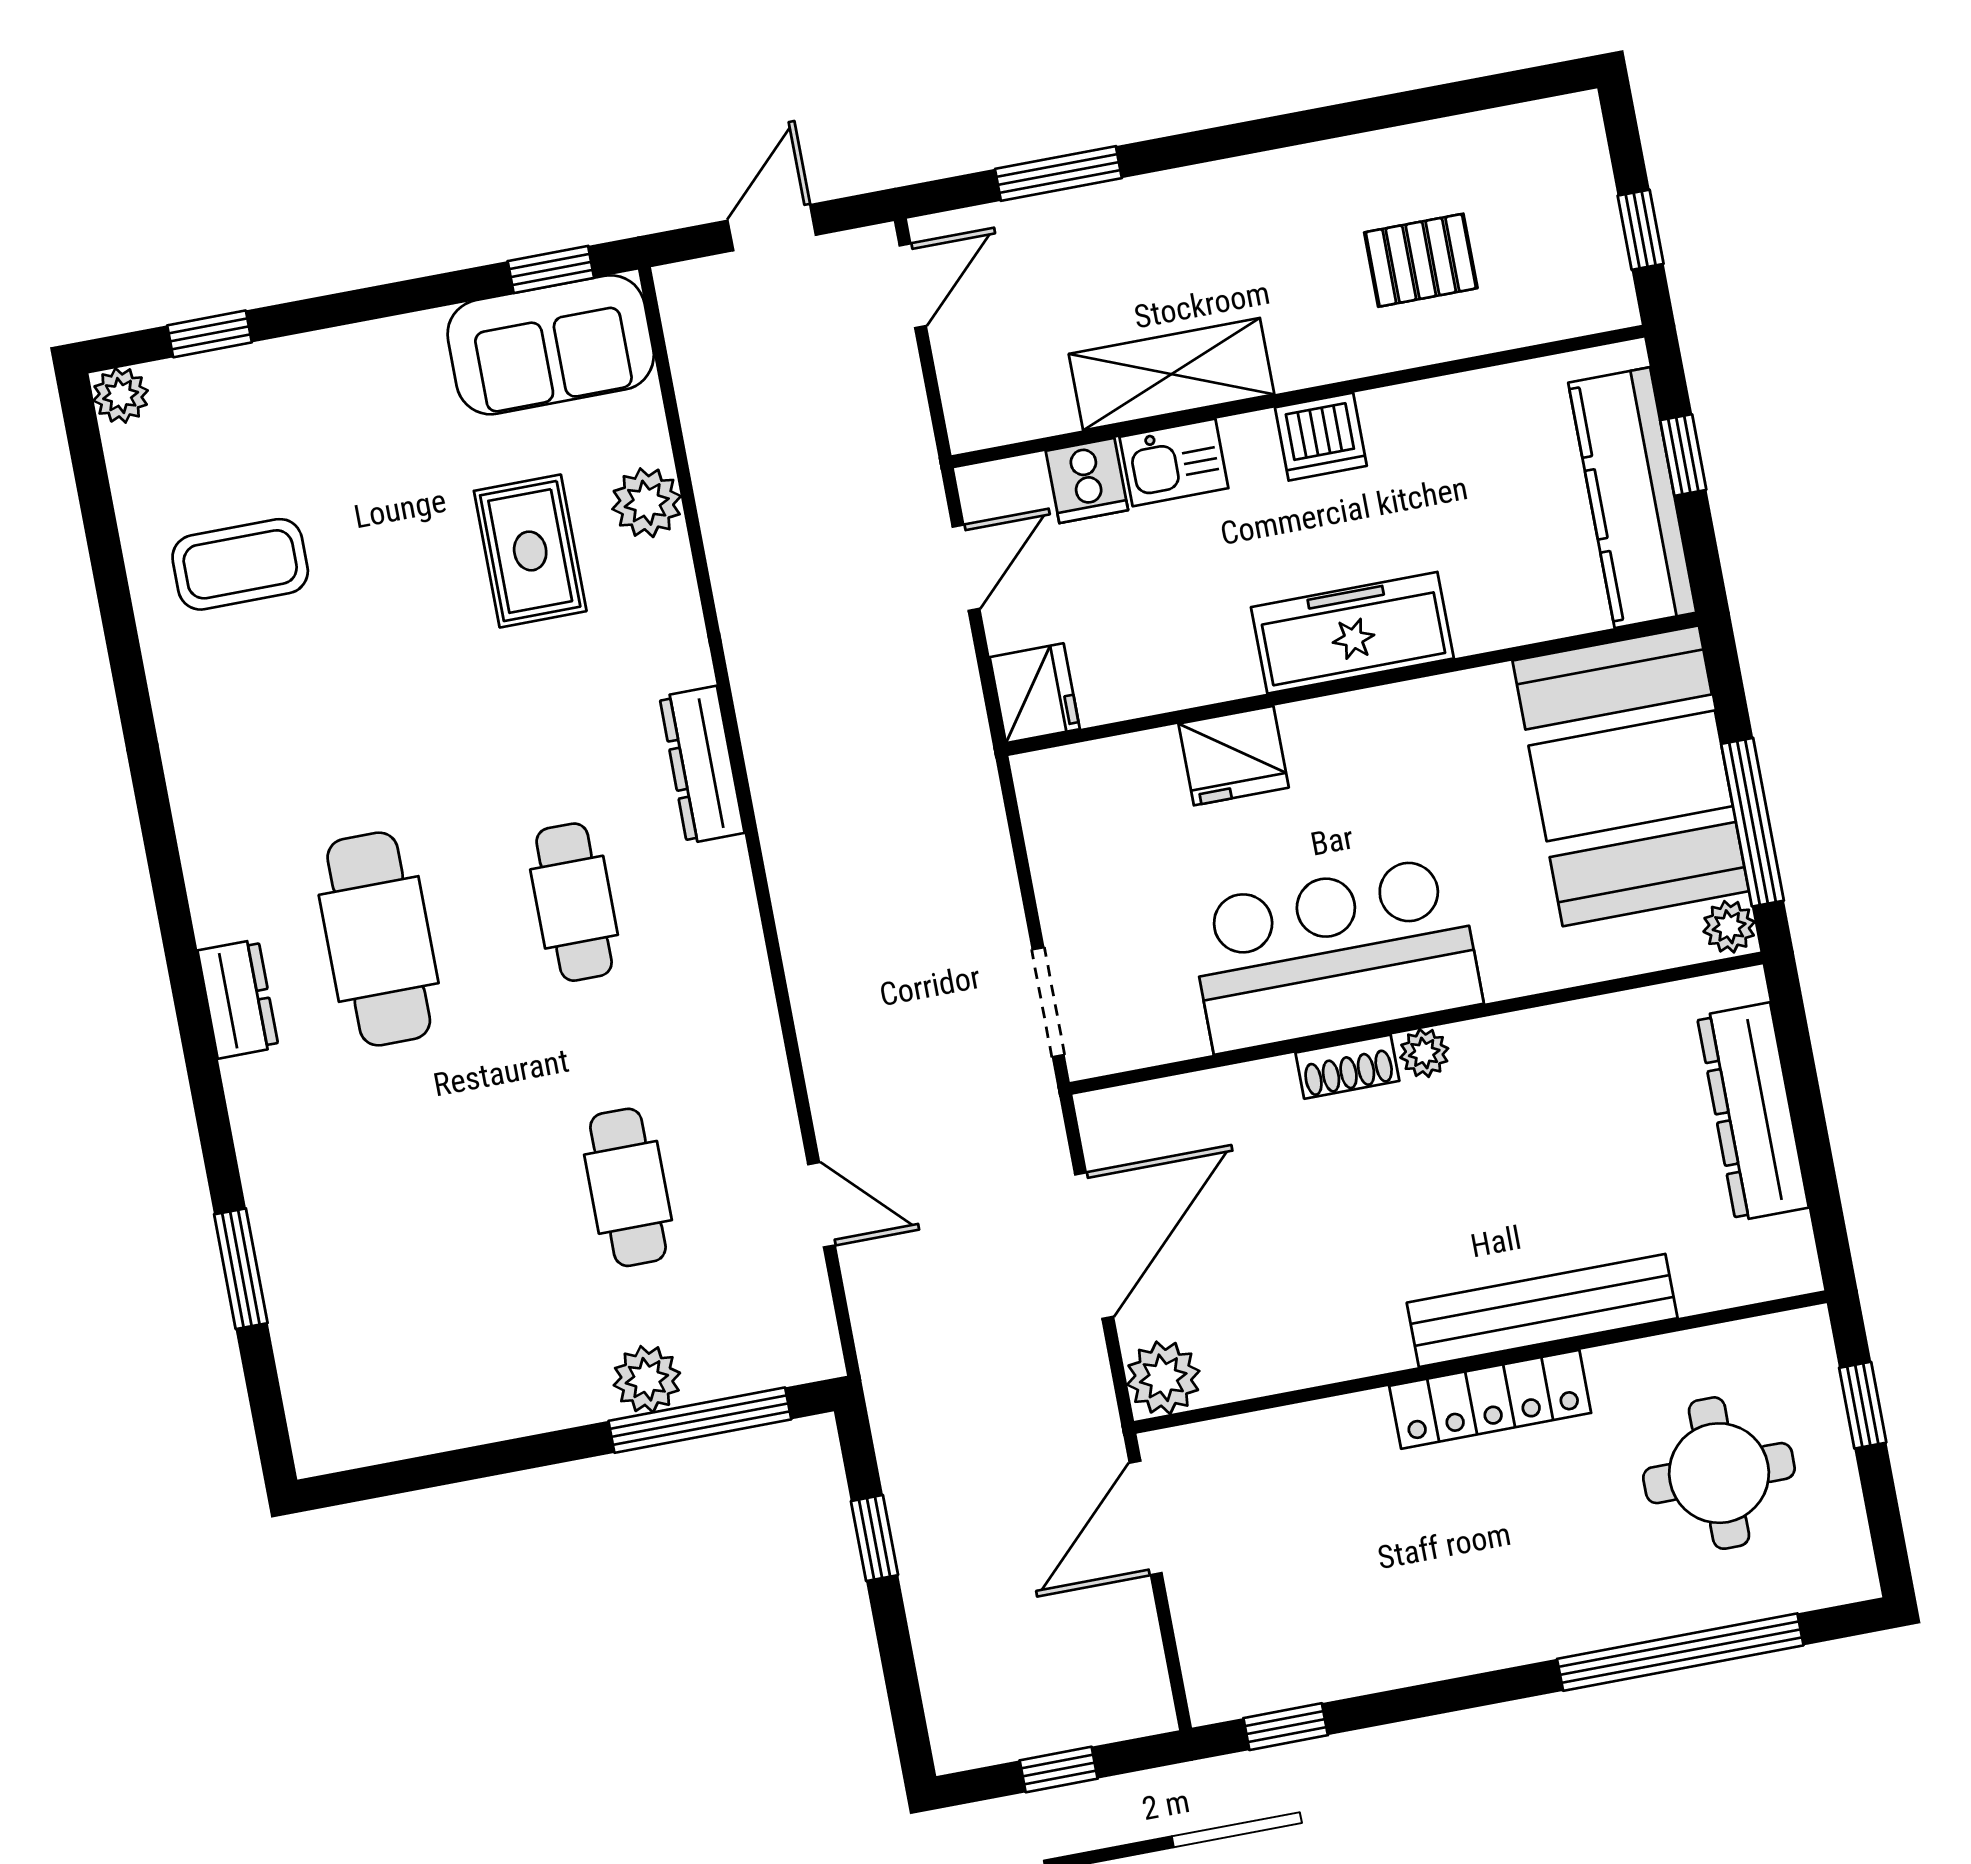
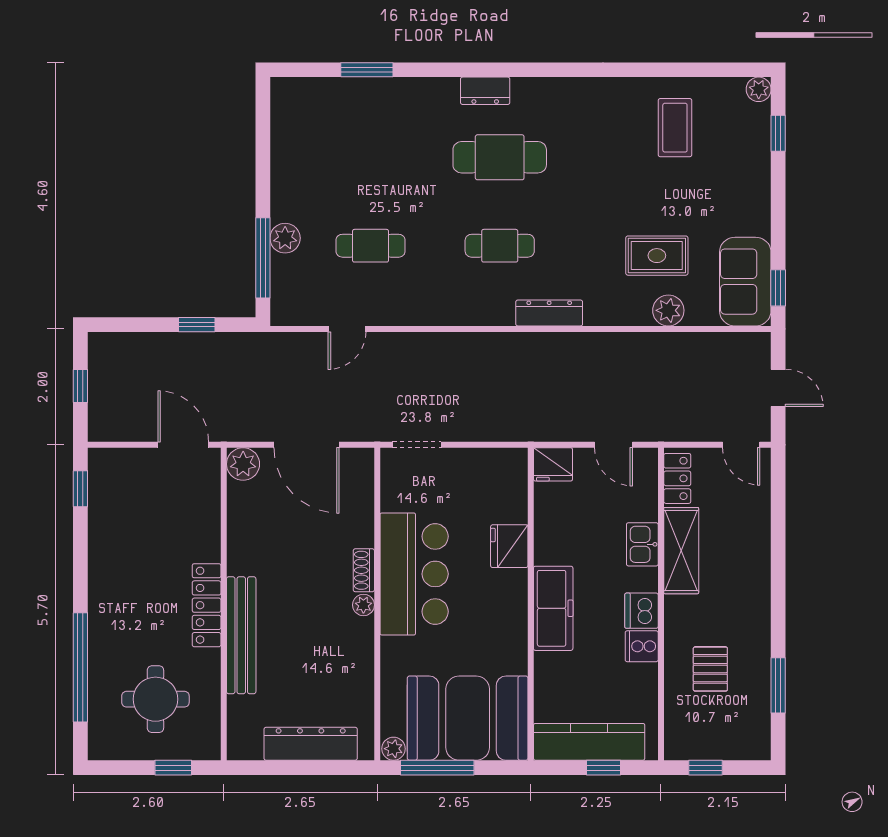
window: (1058, 173) -> (778, 685), moved
locker: (1014, 413) -> (677, 478), added
cooker: (1087, 481) -> (642, 646), moved

